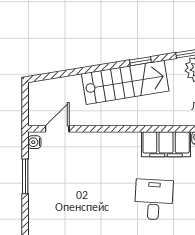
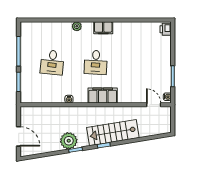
door: (57, 129) -> (154, 105), swing flipped
filing cabinet: (166, 144) -> (103, 96), moved

